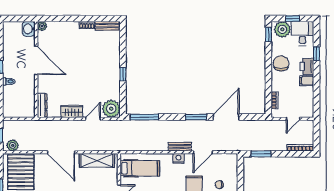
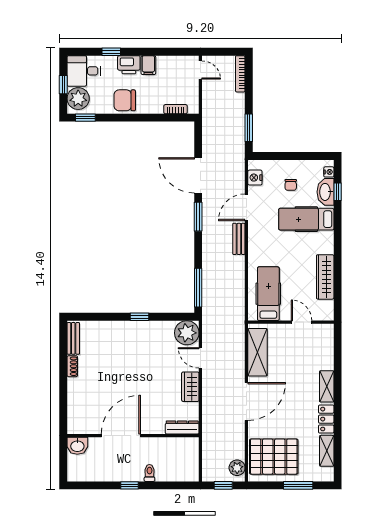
plant: (42, 26) -> (74, 428), removed
door: (293, 119) -> (200, 70), moved
door: (203, 152) -> (246, 207), swing flipped
nightstand: (178, 158) -> (255, 178), moved

